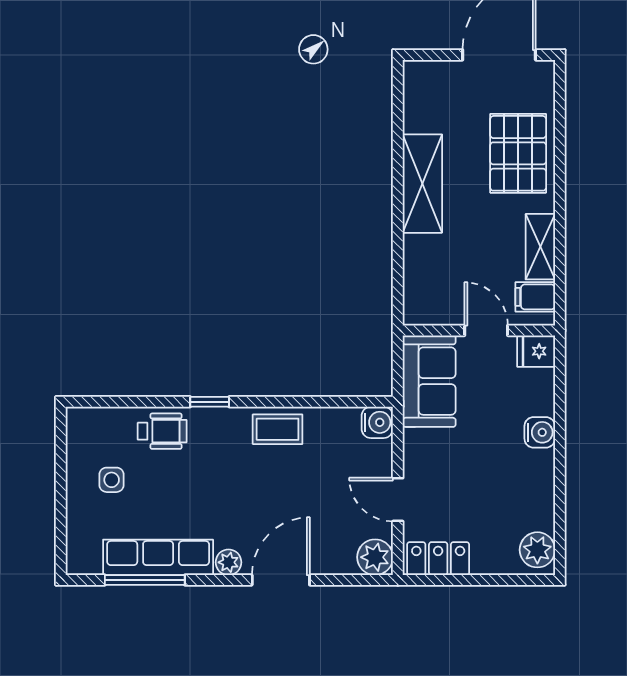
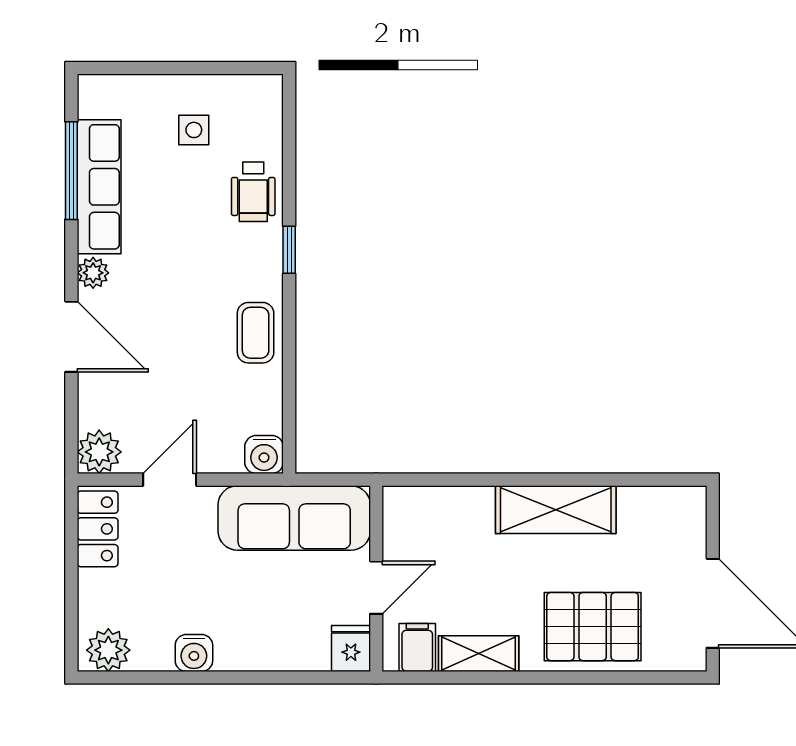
sofa: (429, 381) -> (294, 518), width x1.36
water cooler: (540, 432) -> (194, 653), moved

